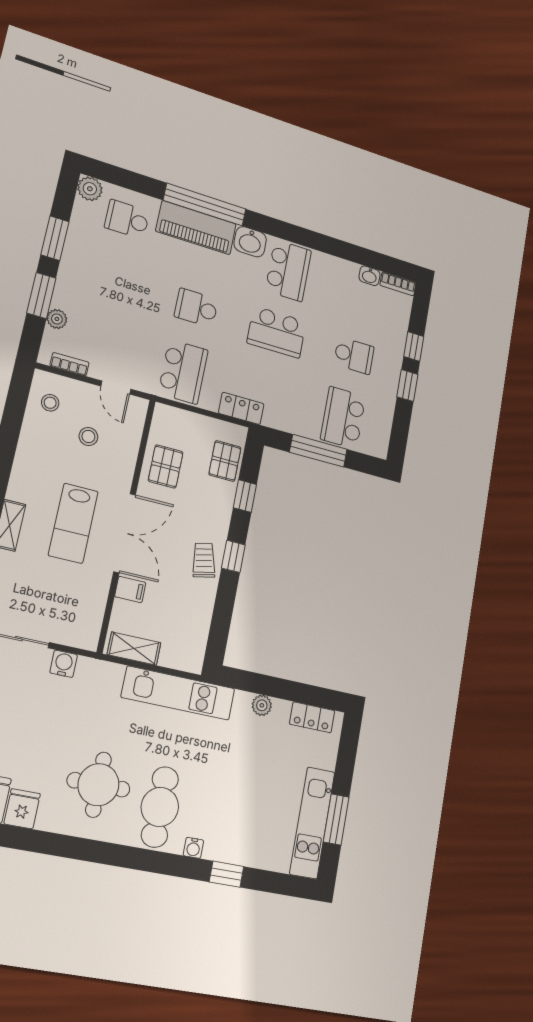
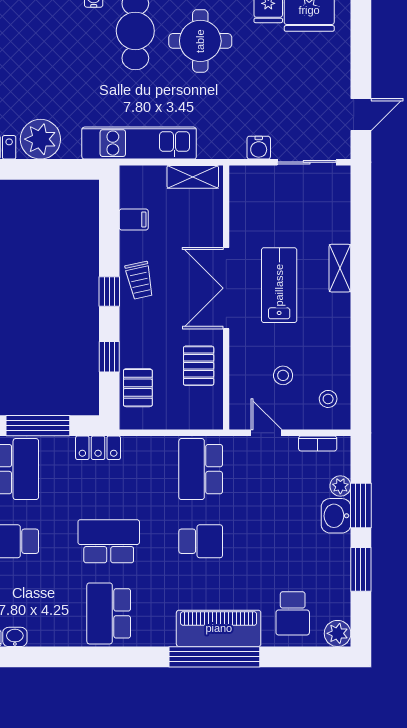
school desk: (127, 219) -> (293, 613), turned 90
washbasin: (250, 242) -> (336, 516), moved, turned -90
locker: (241, 408) -> (98, 448), moved
filing cabinet: (130, 590) -> (134, 219), moved, turned 180
plant: (262, 705) -> (40, 139), width x1.87, depth x1.87

